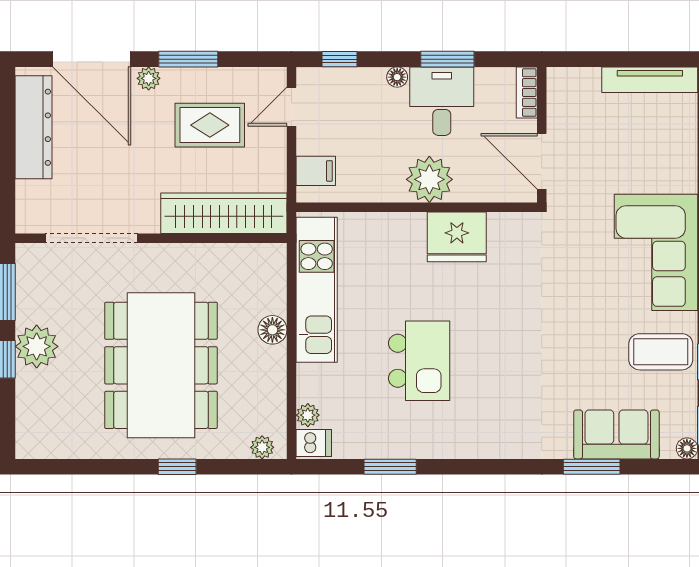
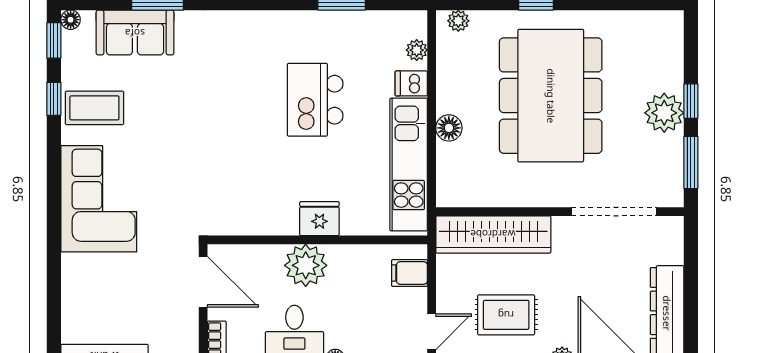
fridge: (457, 237) -> (319, 219), moved, width x0.73, depth x0.75
dishwasher: (314, 443) -> (411, 83), moved

